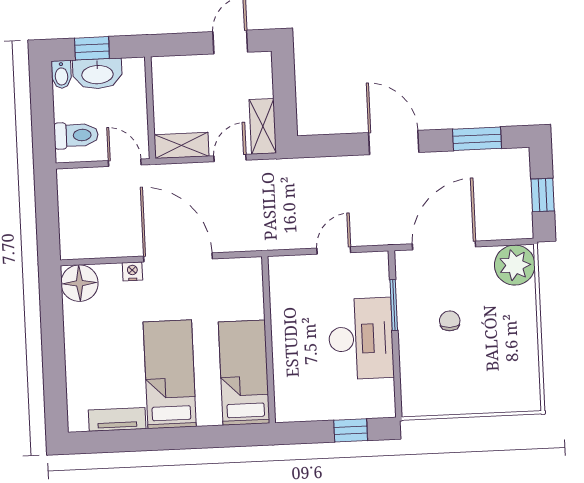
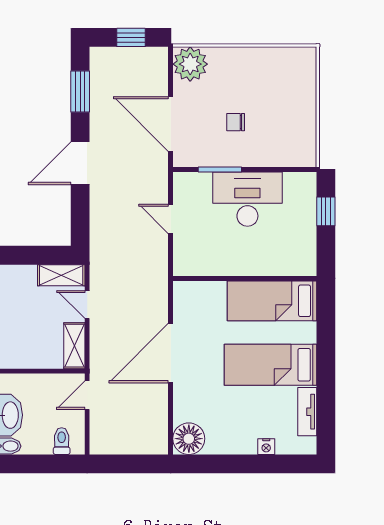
toilet: (76, 135) -> (62, 441), width x0.73, depth x0.72
nightstand: (132, 271) -> (266, 447), moved, turned -90

